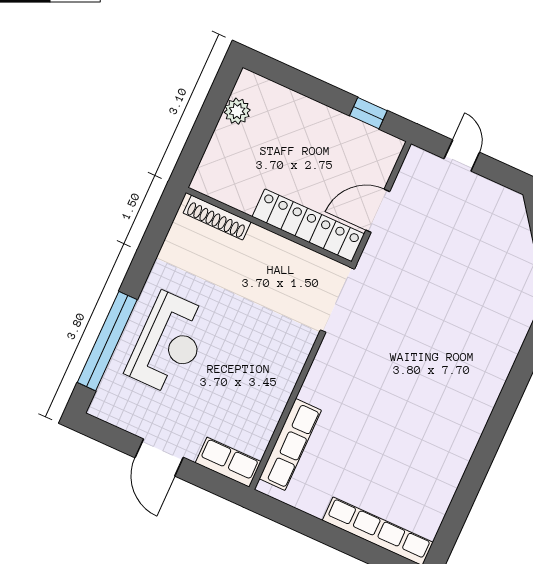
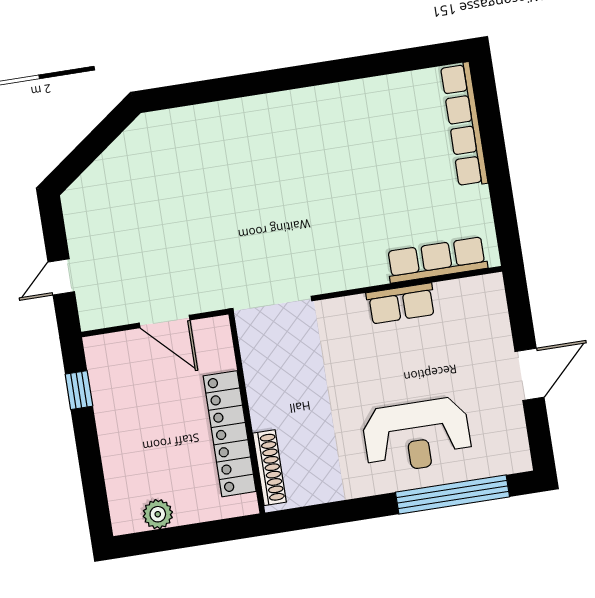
locker: (308, 225) -> (230, 434), moved
reception desk: (169, 343) -> (417, 435), turned 180
row of seats: (228, 462) -> (401, 303), moved, turned -90

